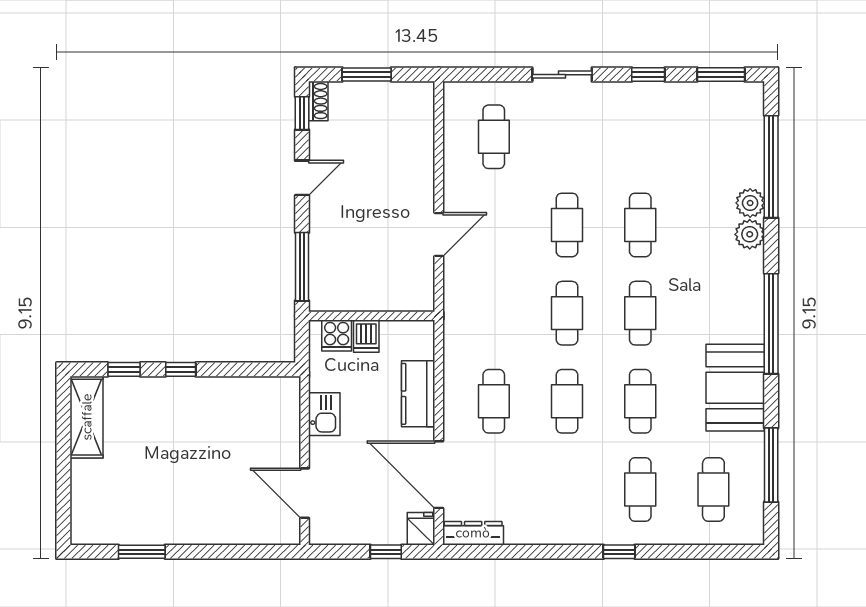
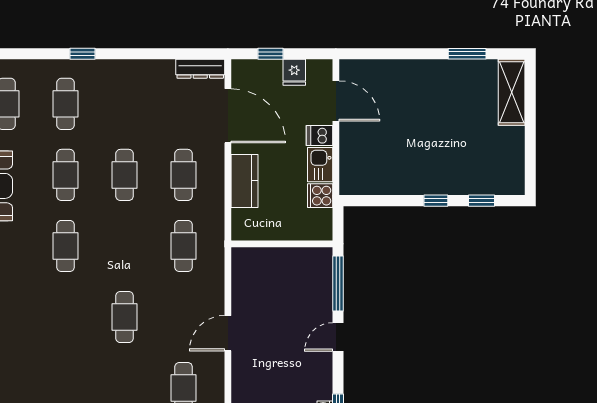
door: (302, 178) -> (338, 337), moved
cafe table: (640, 225) -> (66, 317), removed
door: (439, 234) -> (228, 333), moved
cafe table: (567, 313) -> (184, 246), moved
cooker: (337, 335) -> (320, 196), moved, turned -90
dishwasher: (366, 336) -> (320, 135), moved, turned -90
shelving: (87, 417) -> (512, 92), moved
fridge: (421, 529) -> (294, 72), moved

